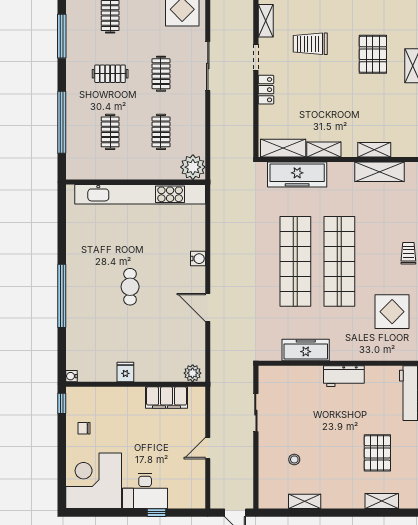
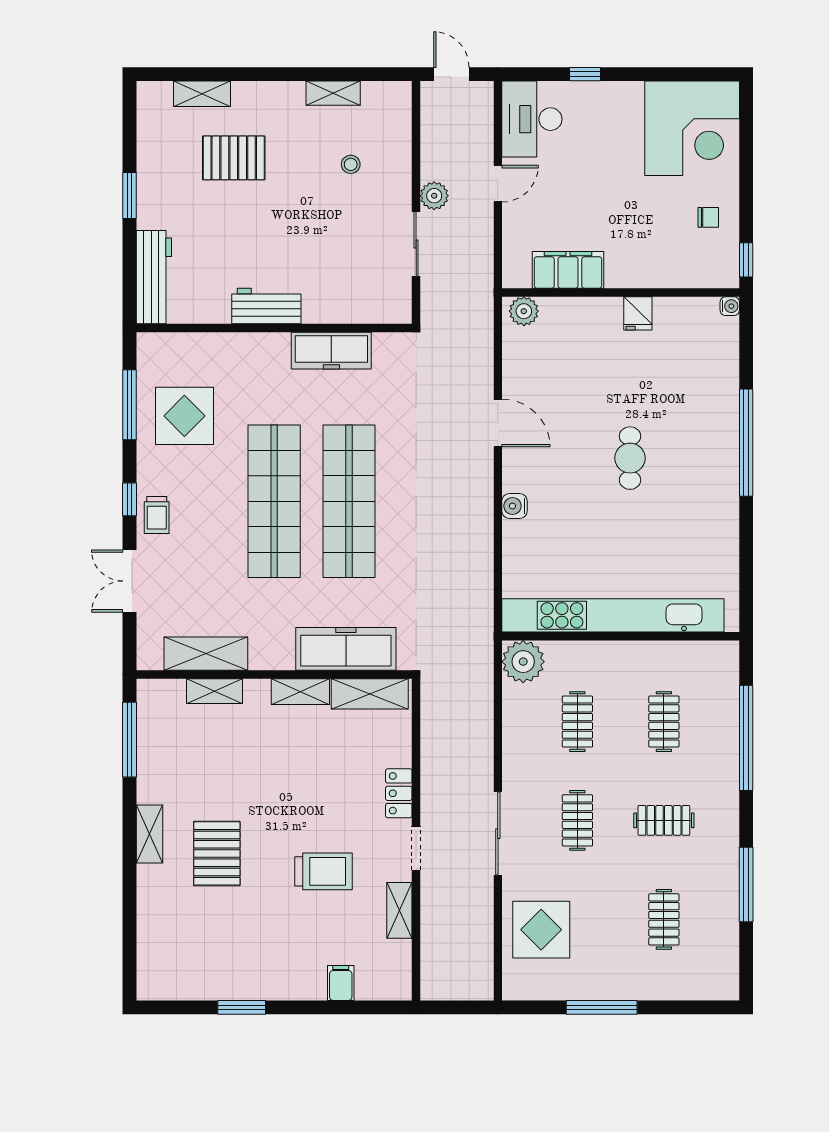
plant: (245, 441) -> (434, 196), added
pallet: (377, 453) -> (234, 158), moved, turned 90
desk: (145, 491) -> (532, 119), moved, turned -90

